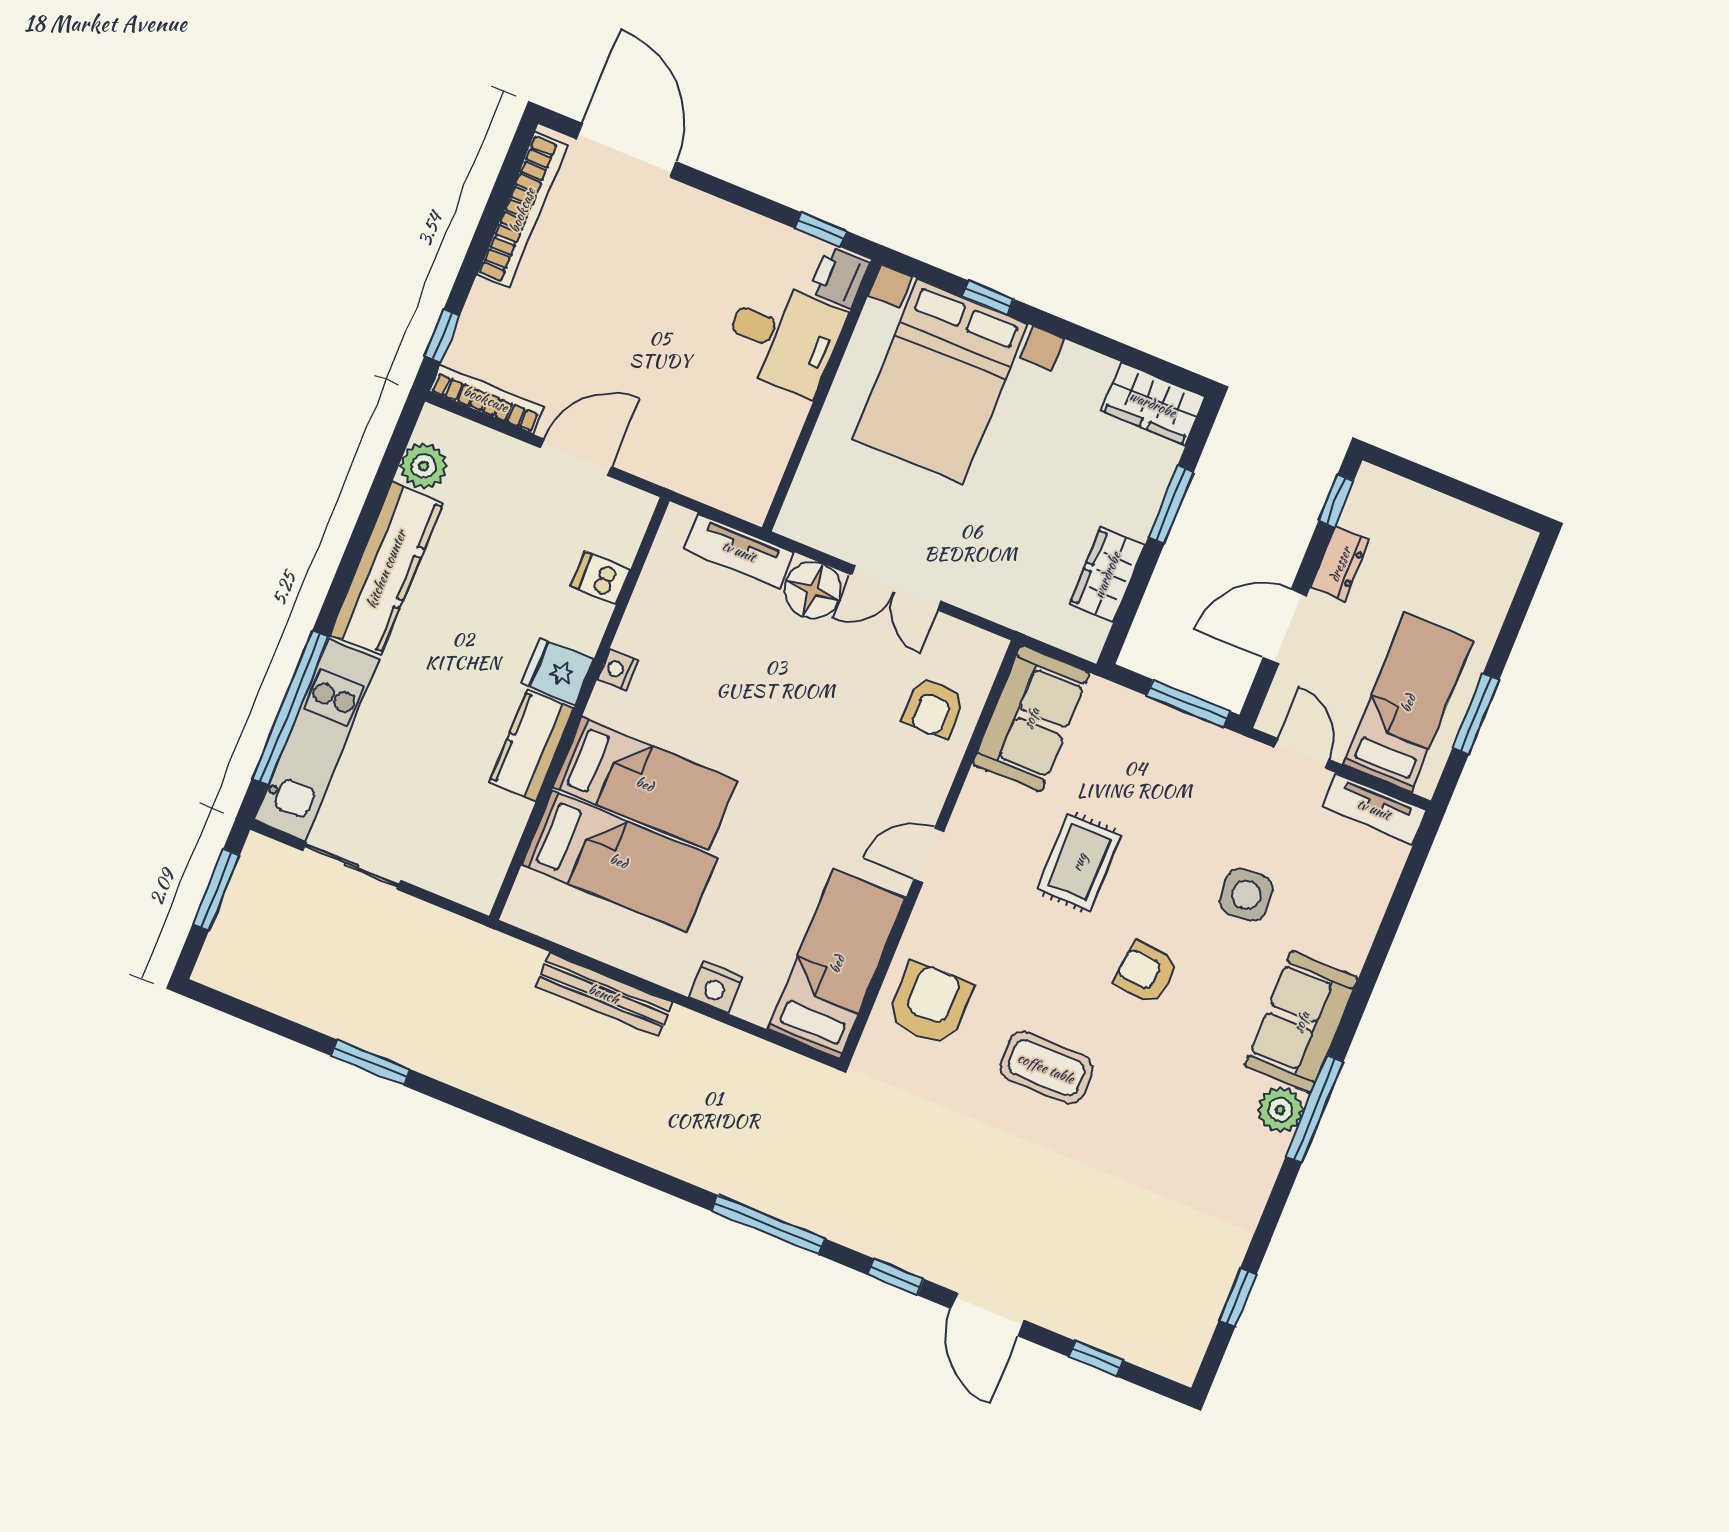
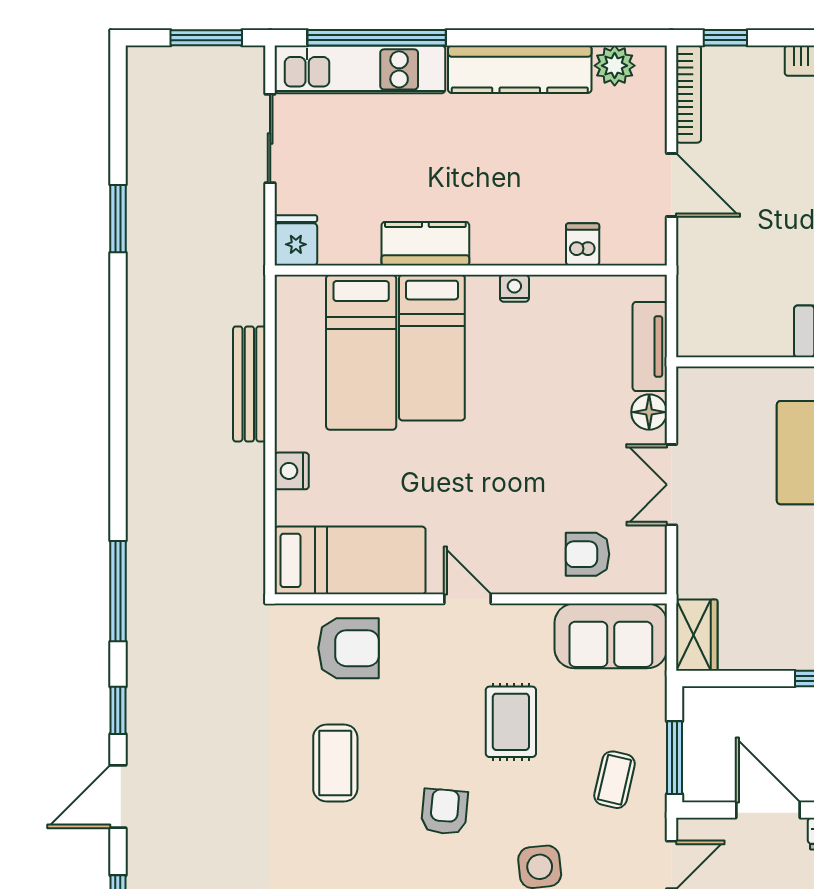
wardrobe: (1107, 575) -> (697, 635), moved, turned 90
floor lamp: (813, 590) -> (649, 412), width x0.73, depth x0.73
fridge: (557, 671) -> (296, 240), moved
coffee table: (1186, 777) -> (615, 780), added
rug: (1079, 862) -> (511, 722), turned 90

